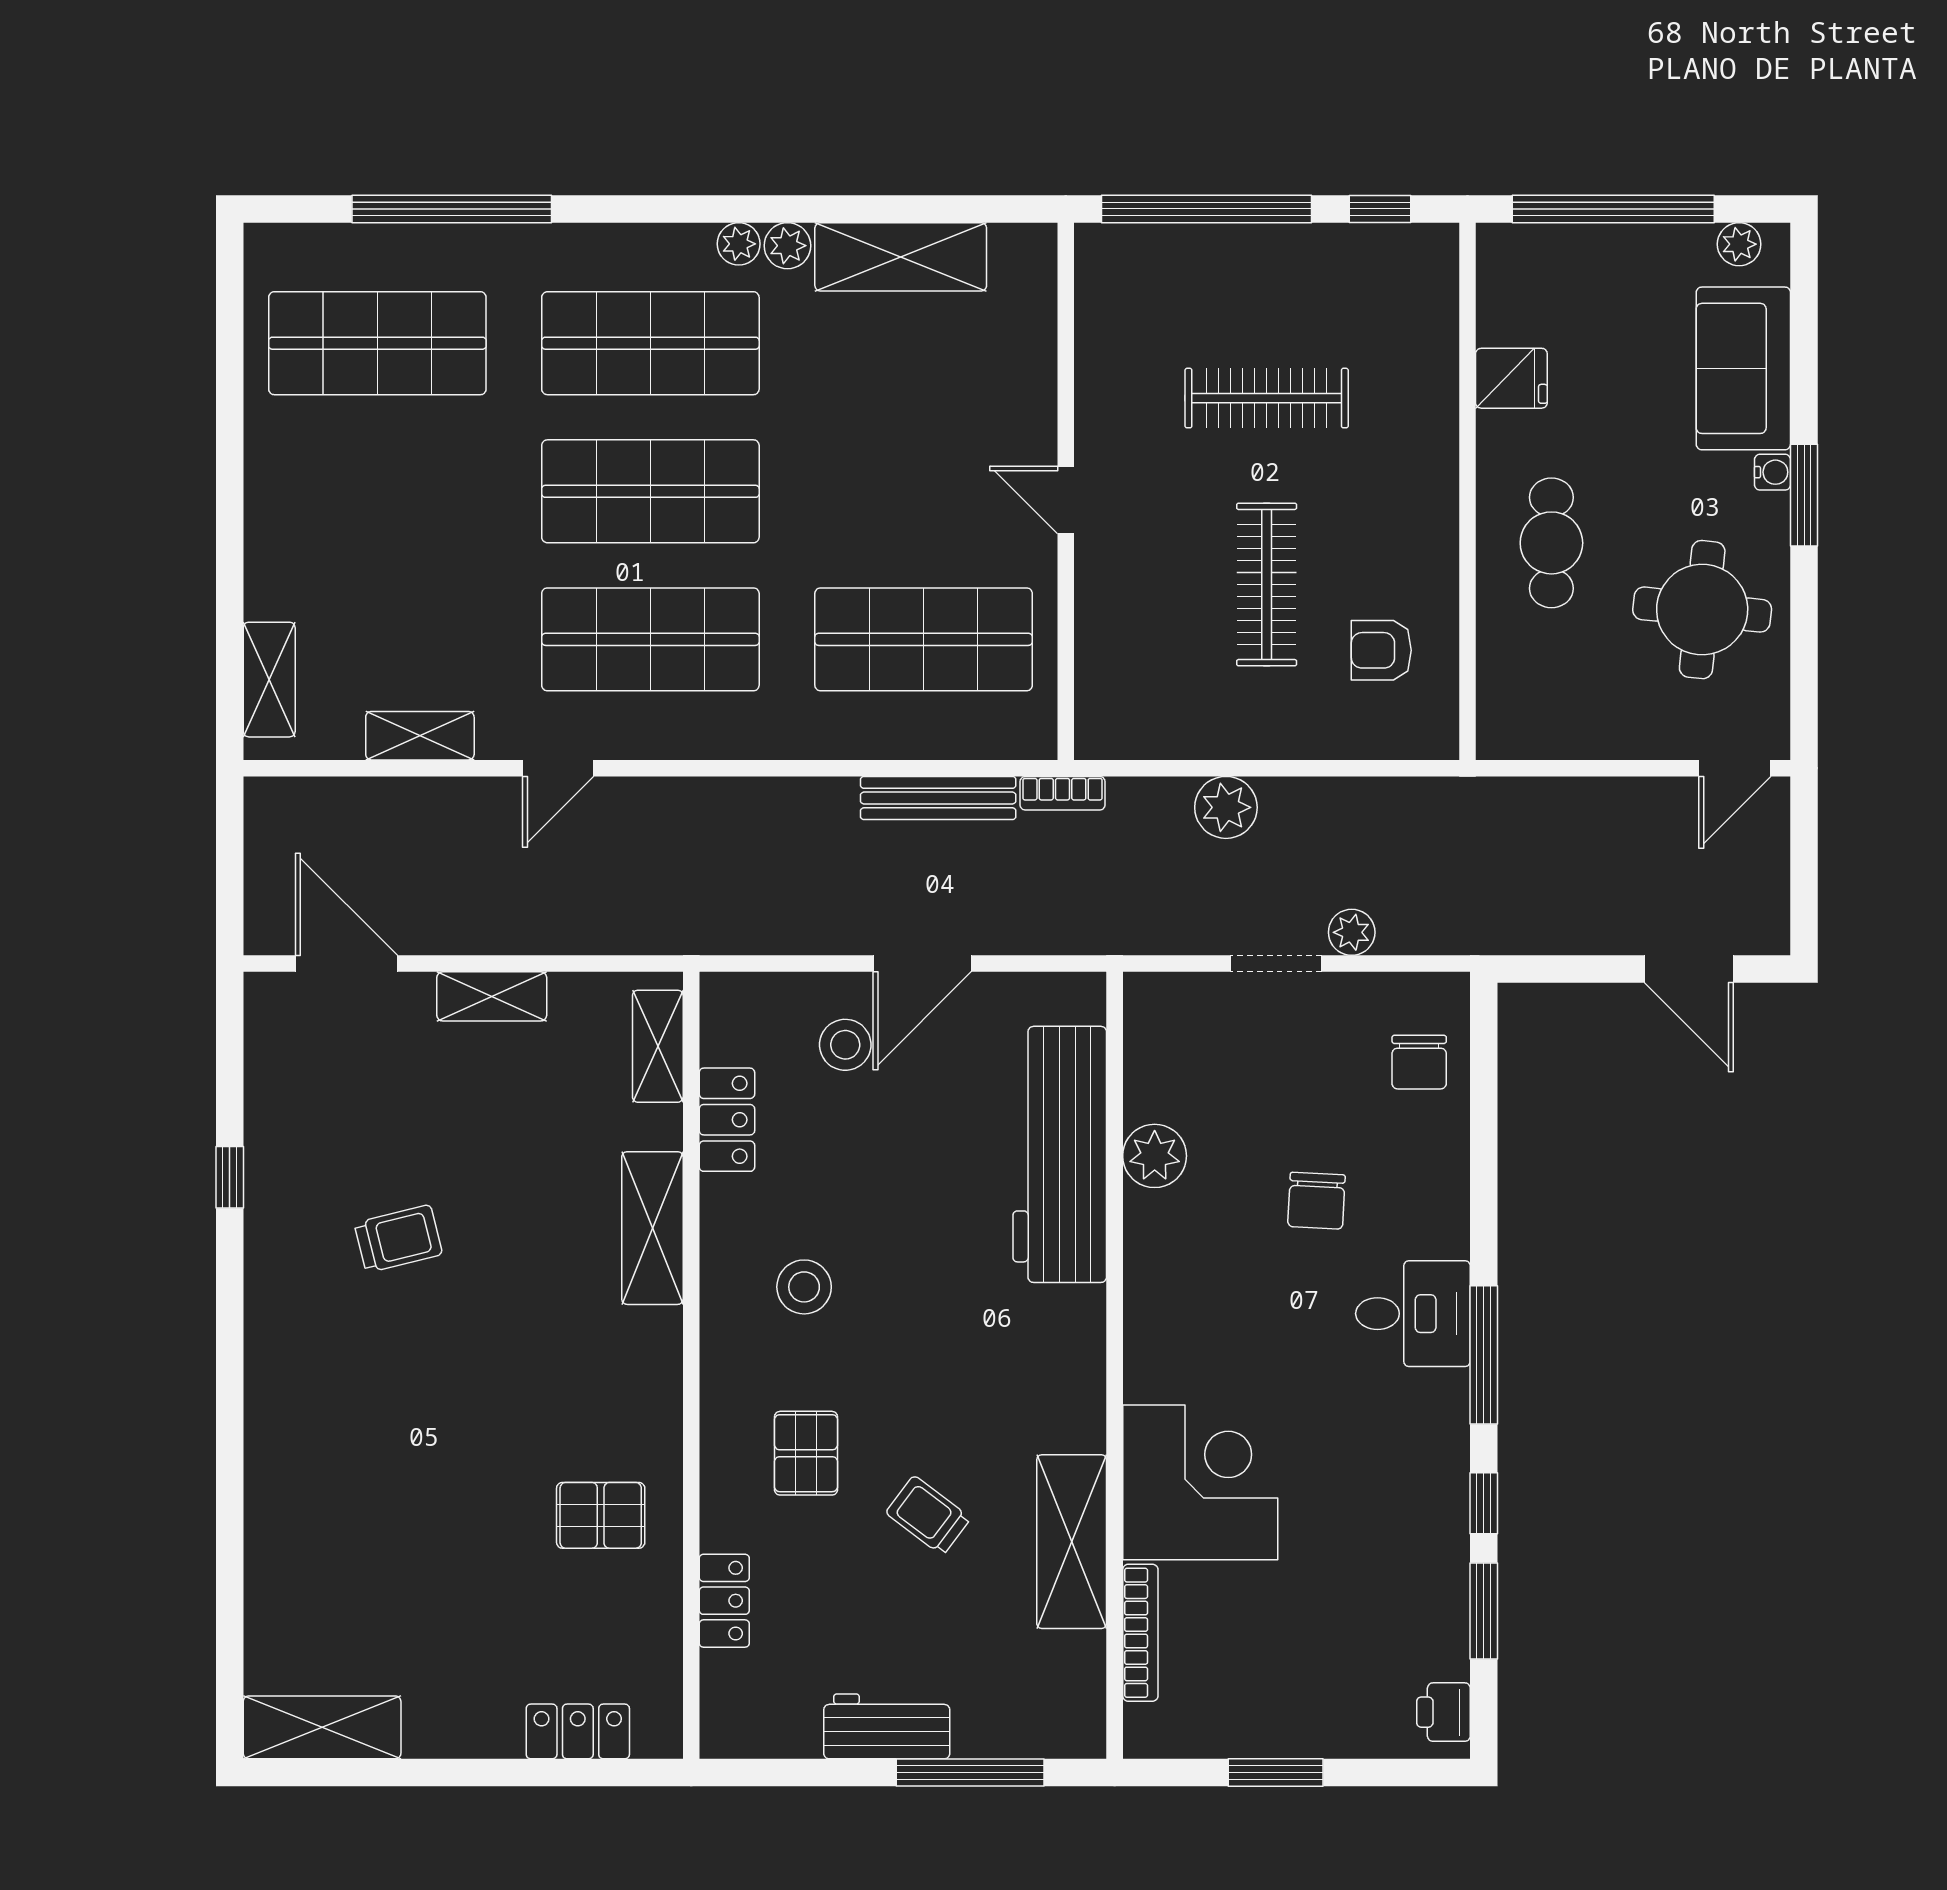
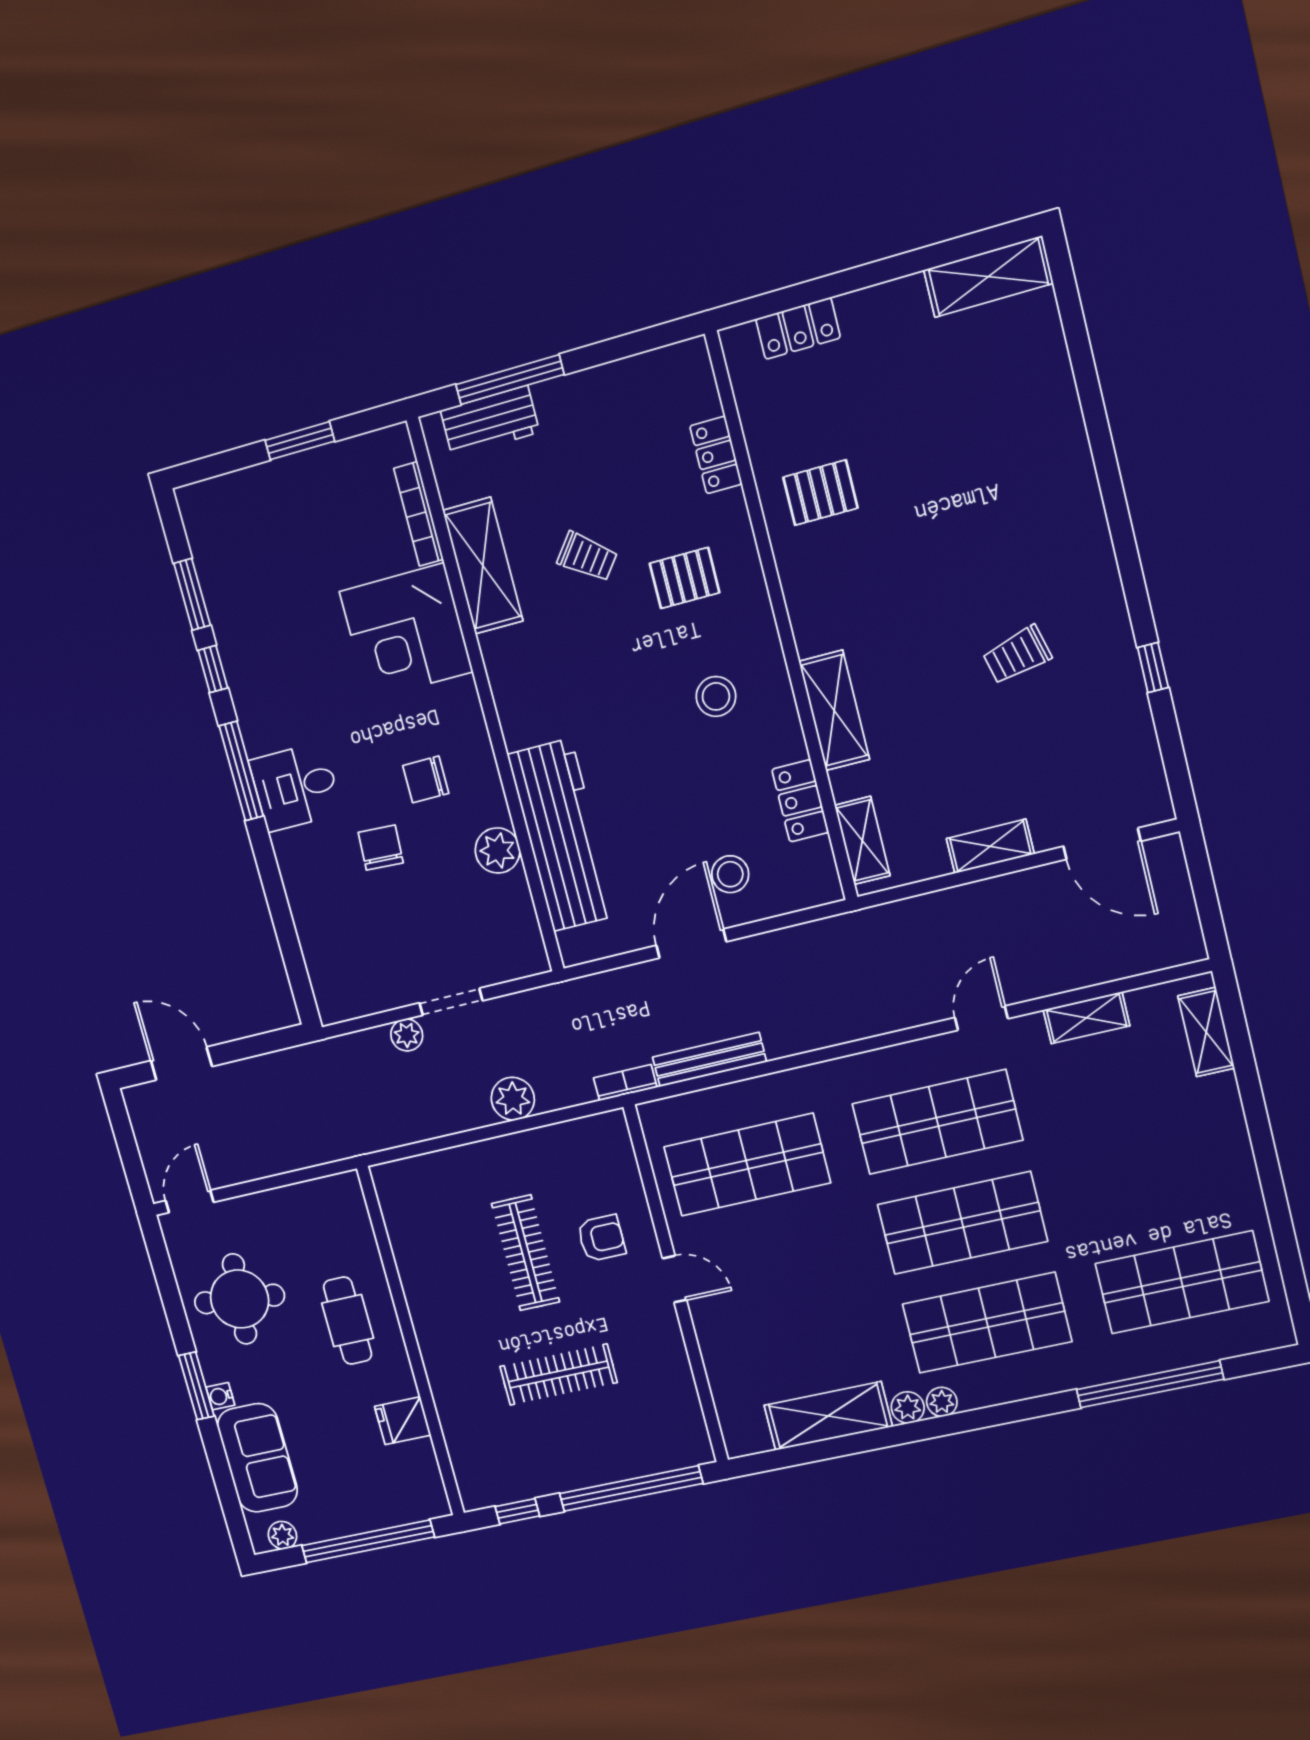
armchair: (1381, 650) -> (601, 1238), moved
chair: (1419, 1062) -> (426, 779), moved, turned -90
pallet: (806, 1453) -> (685, 578), turned 90
printer: (1443, 1712) -> (199, 516), removed
workbench: (887, 1726) -> (490, 421), moved

